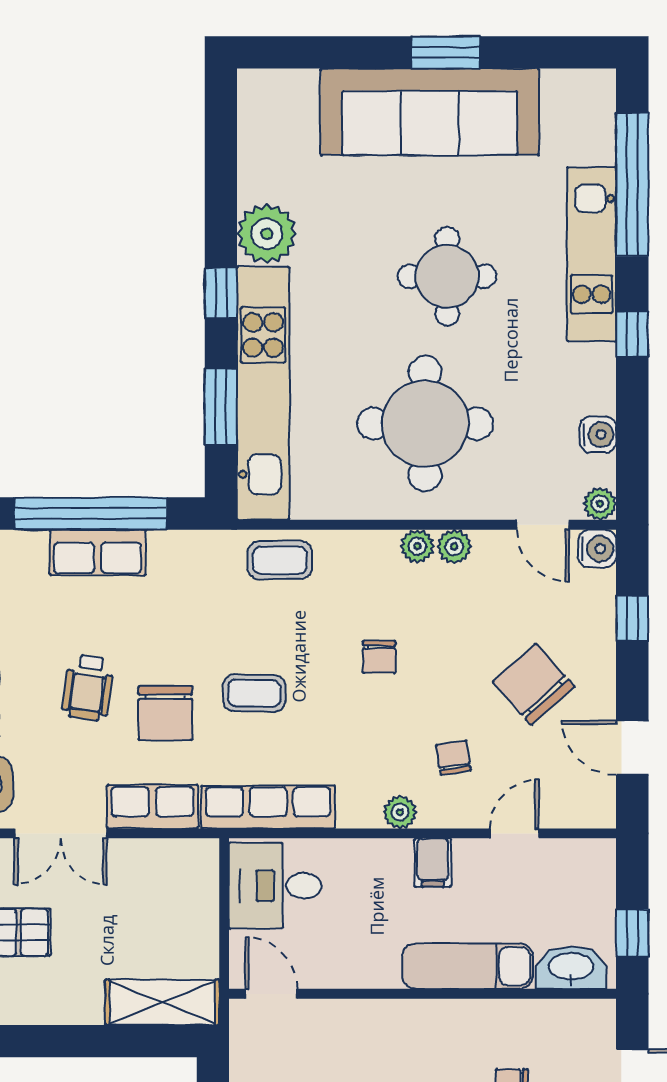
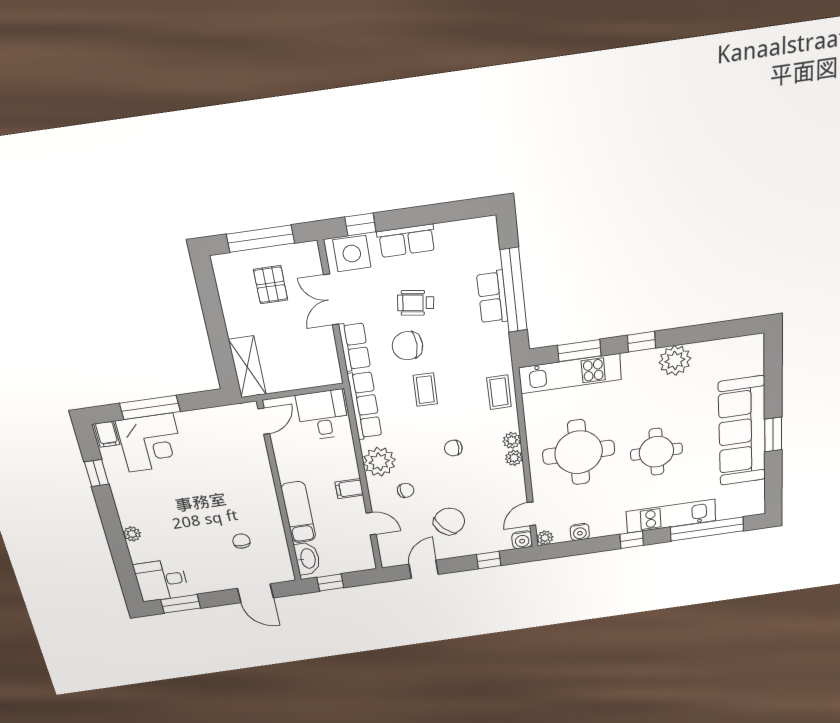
kitchen unit: (263, 393) -> (570, 374), width x0.73
plant: (454, 547) -> (512, 440), moved
plant: (400, 812) -> (379, 462), width x1.88, depth x1.88

